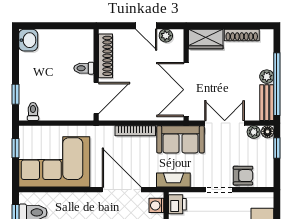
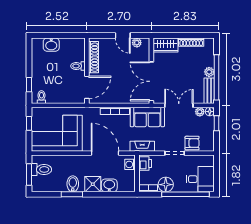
washbasin: (28, 40) -> (51, 45), moved, turned 90

